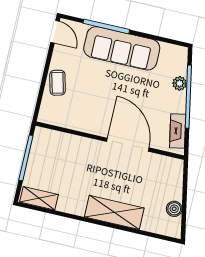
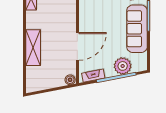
plant: (180, 83) -> (123, 66), width x1.87, depth x1.87
boiler: (174, 209) -> (70, 80), moved

